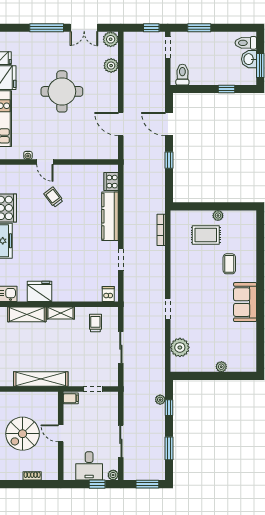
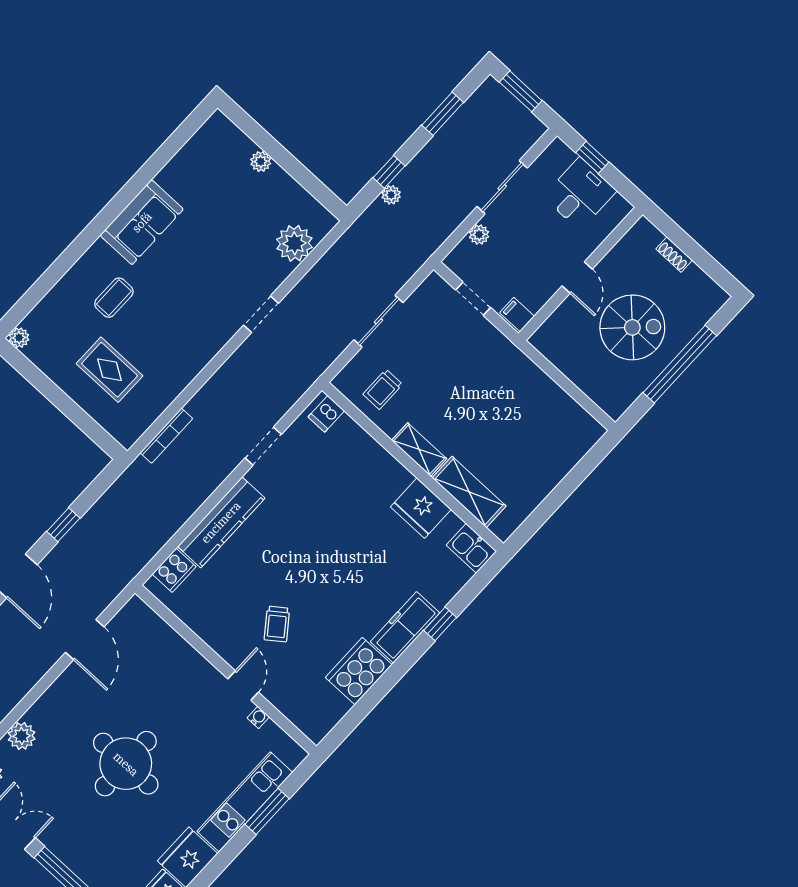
plant: (218, 216) -> (19, 338), moved
shelving: (41, 379) -> (534, 381), removed
plant: (113, 475) -> (479, 235), moved

